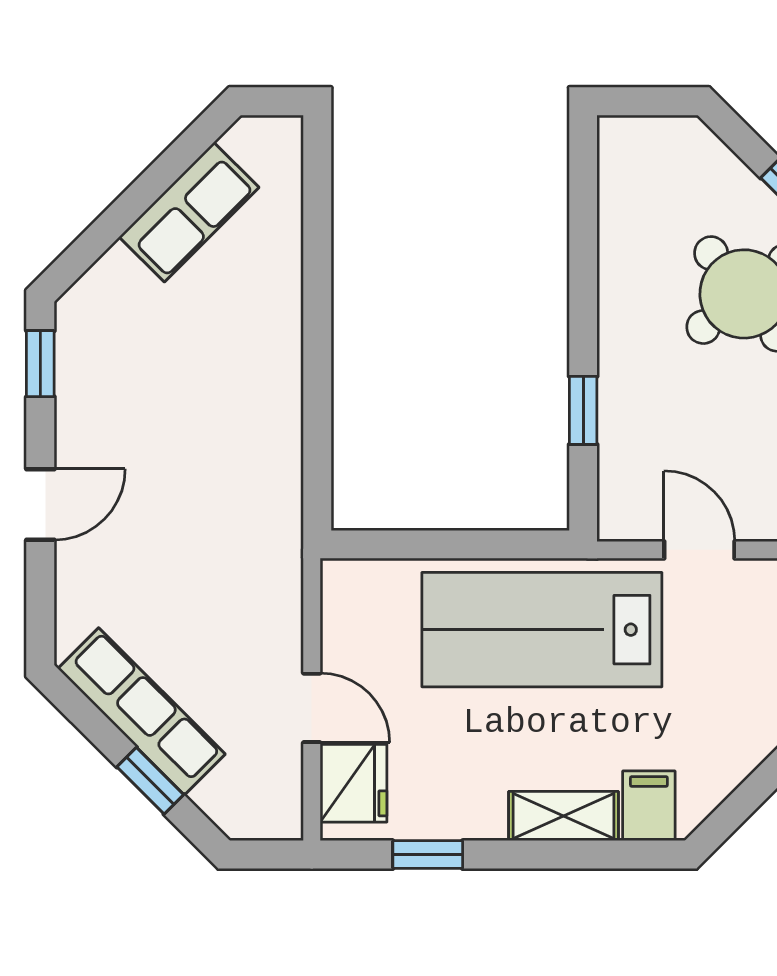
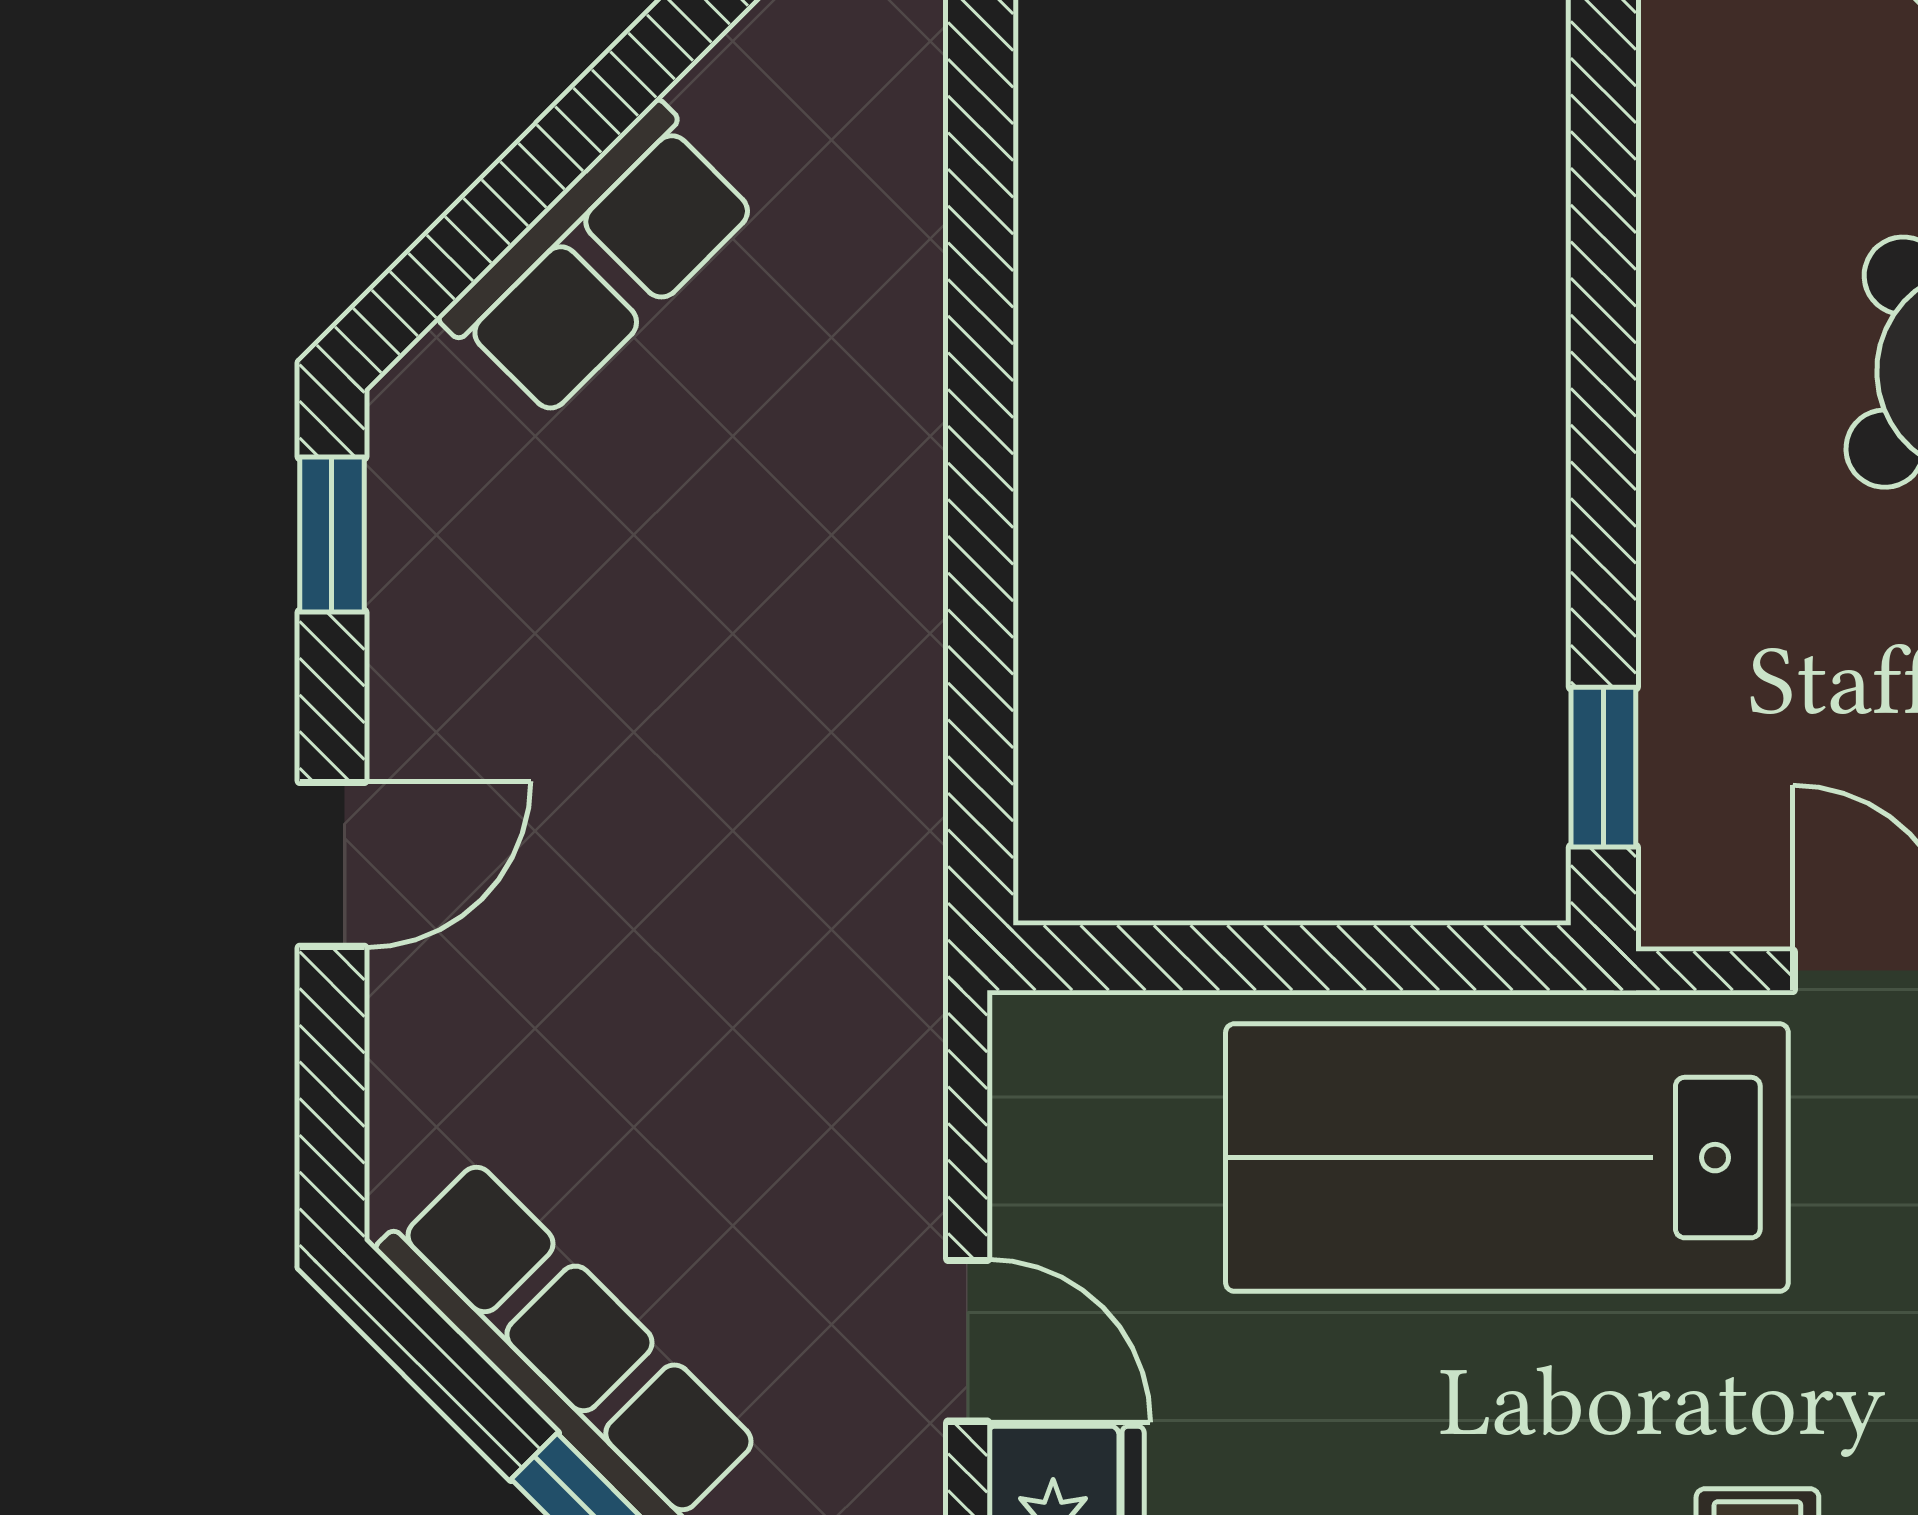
row of seats: (189, 212) -> (600, 260), moved
window: (583, 410) -> (1603, 767), moved

